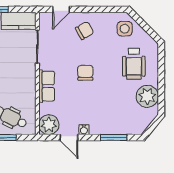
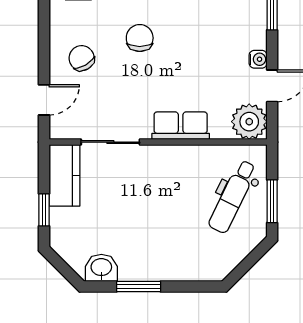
door: (61, 9) -> (44, 100), hinge flipped
chair: (85, 73) -> (140, 38), moved, turned 90

